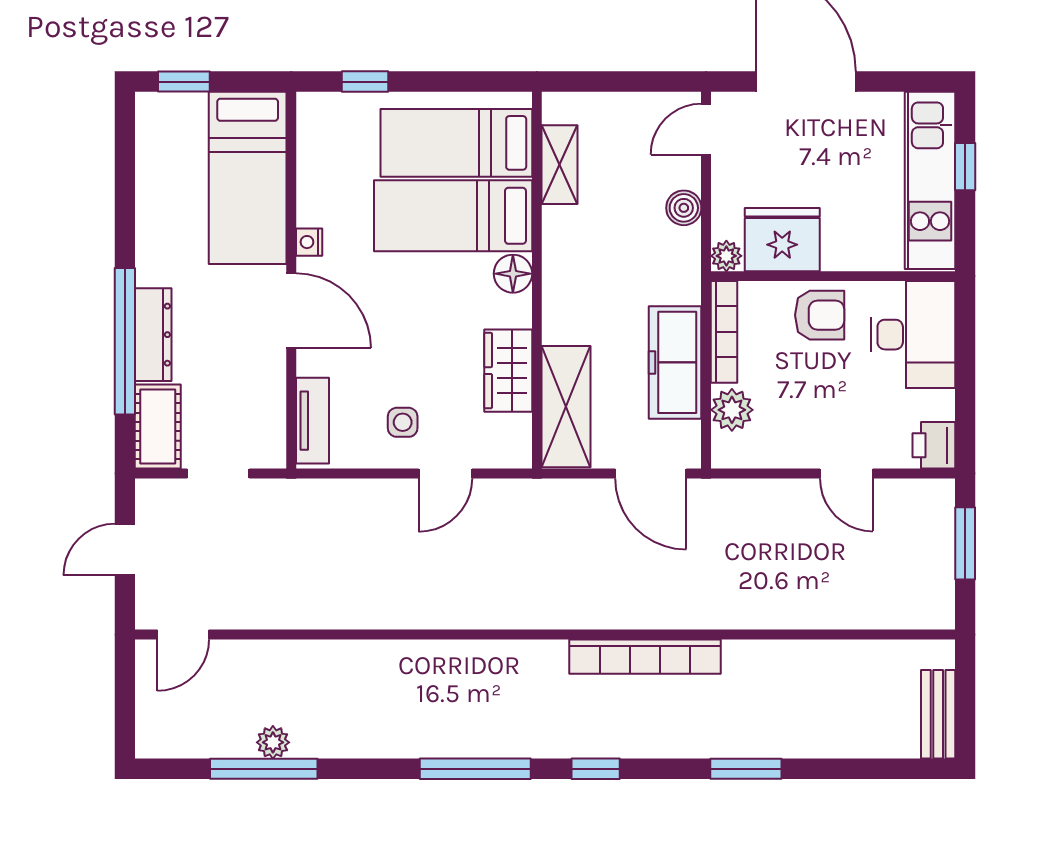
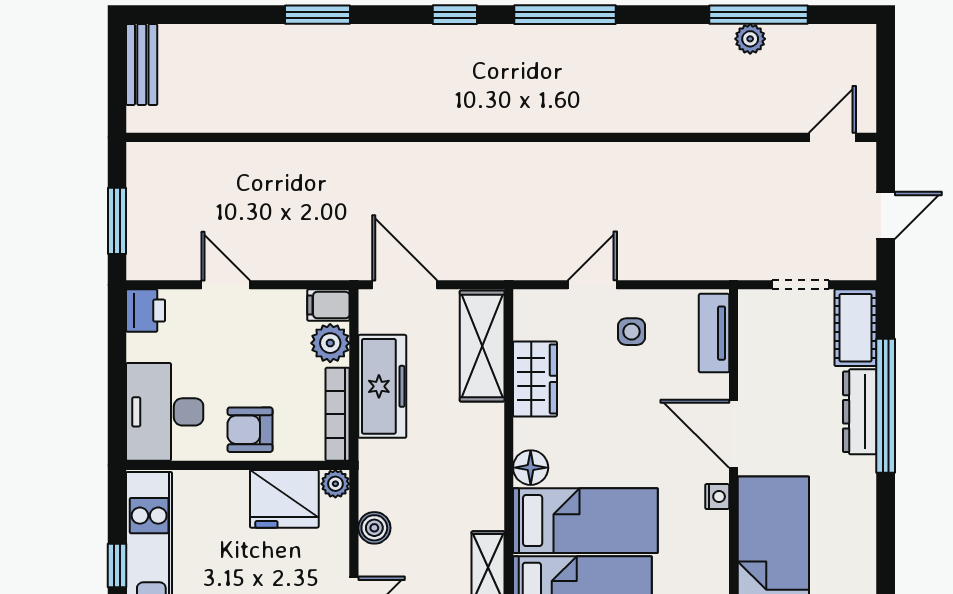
filing cabinet: (734, 451) -> (328, 305), added
bookcase: (645, 657) -> (410, 117), removed

